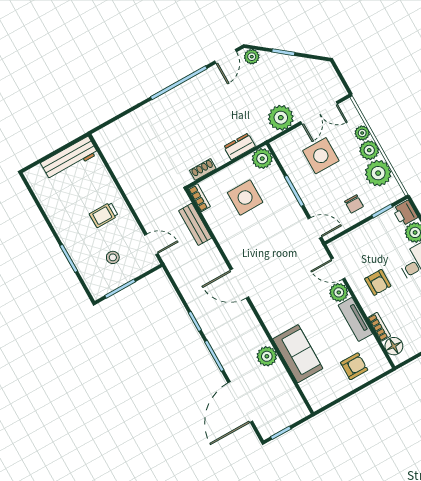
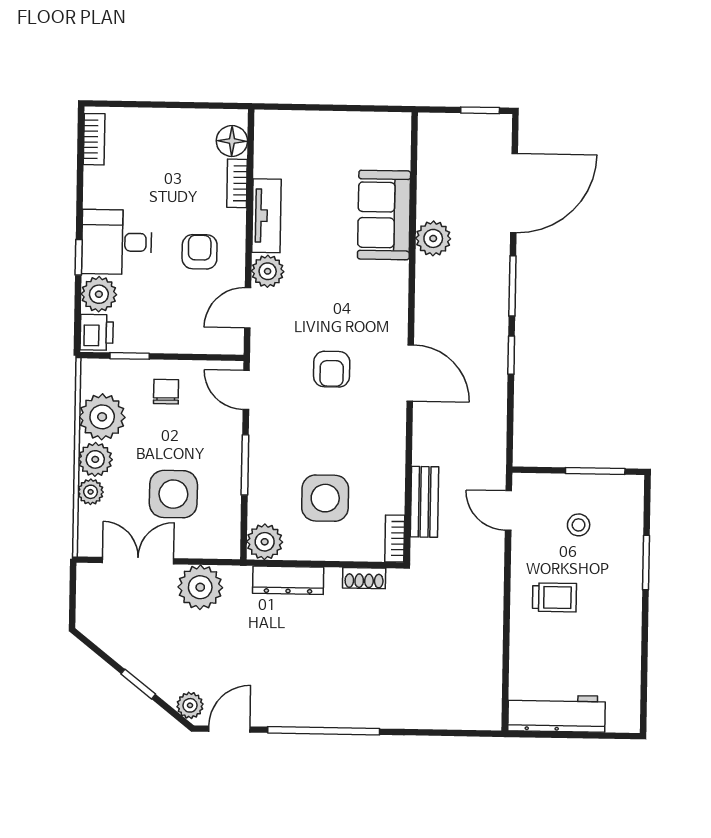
dresser: (240, 146) -> (288, 580), width x1.44
door: (338, 269) -> (248, 308), swing flipped
armchair: (354, 366) -> (332, 369), moved, turned -90

